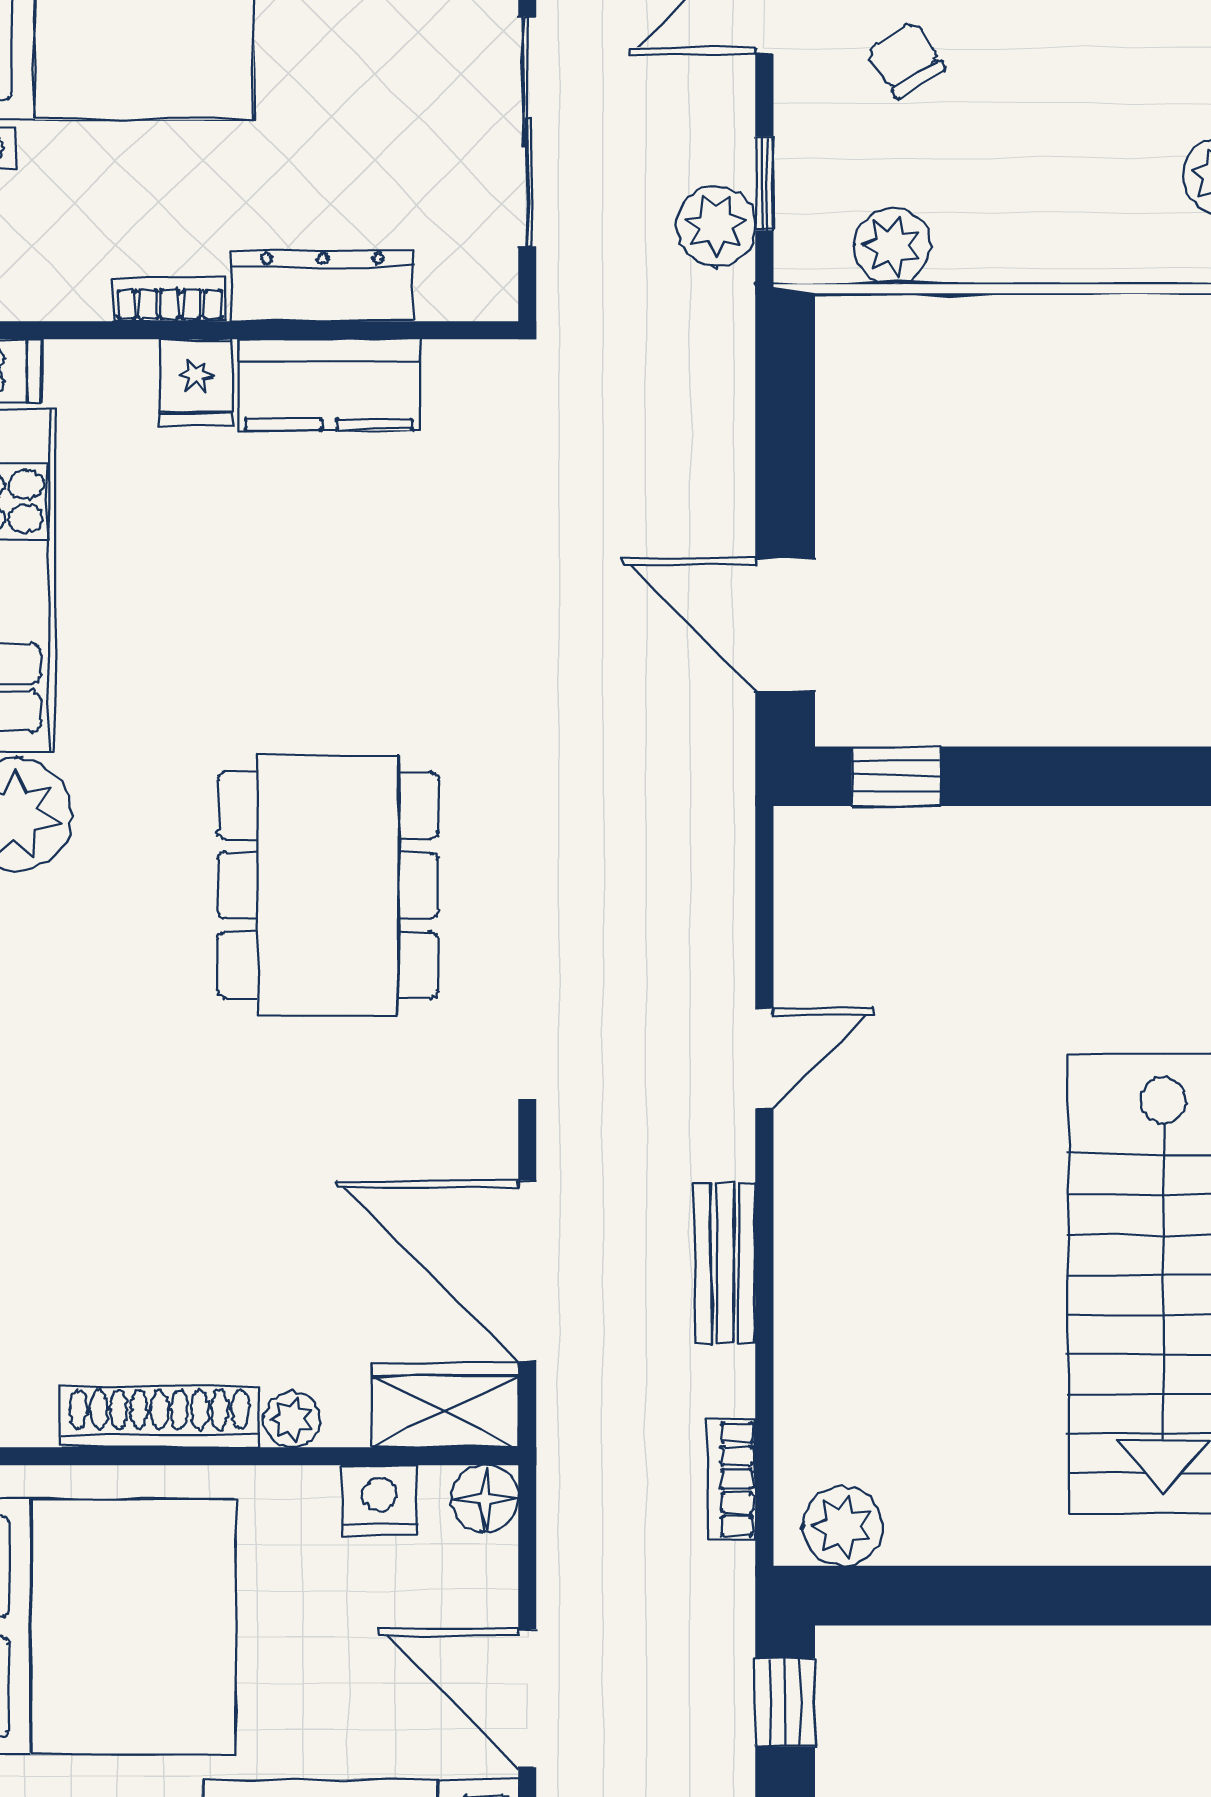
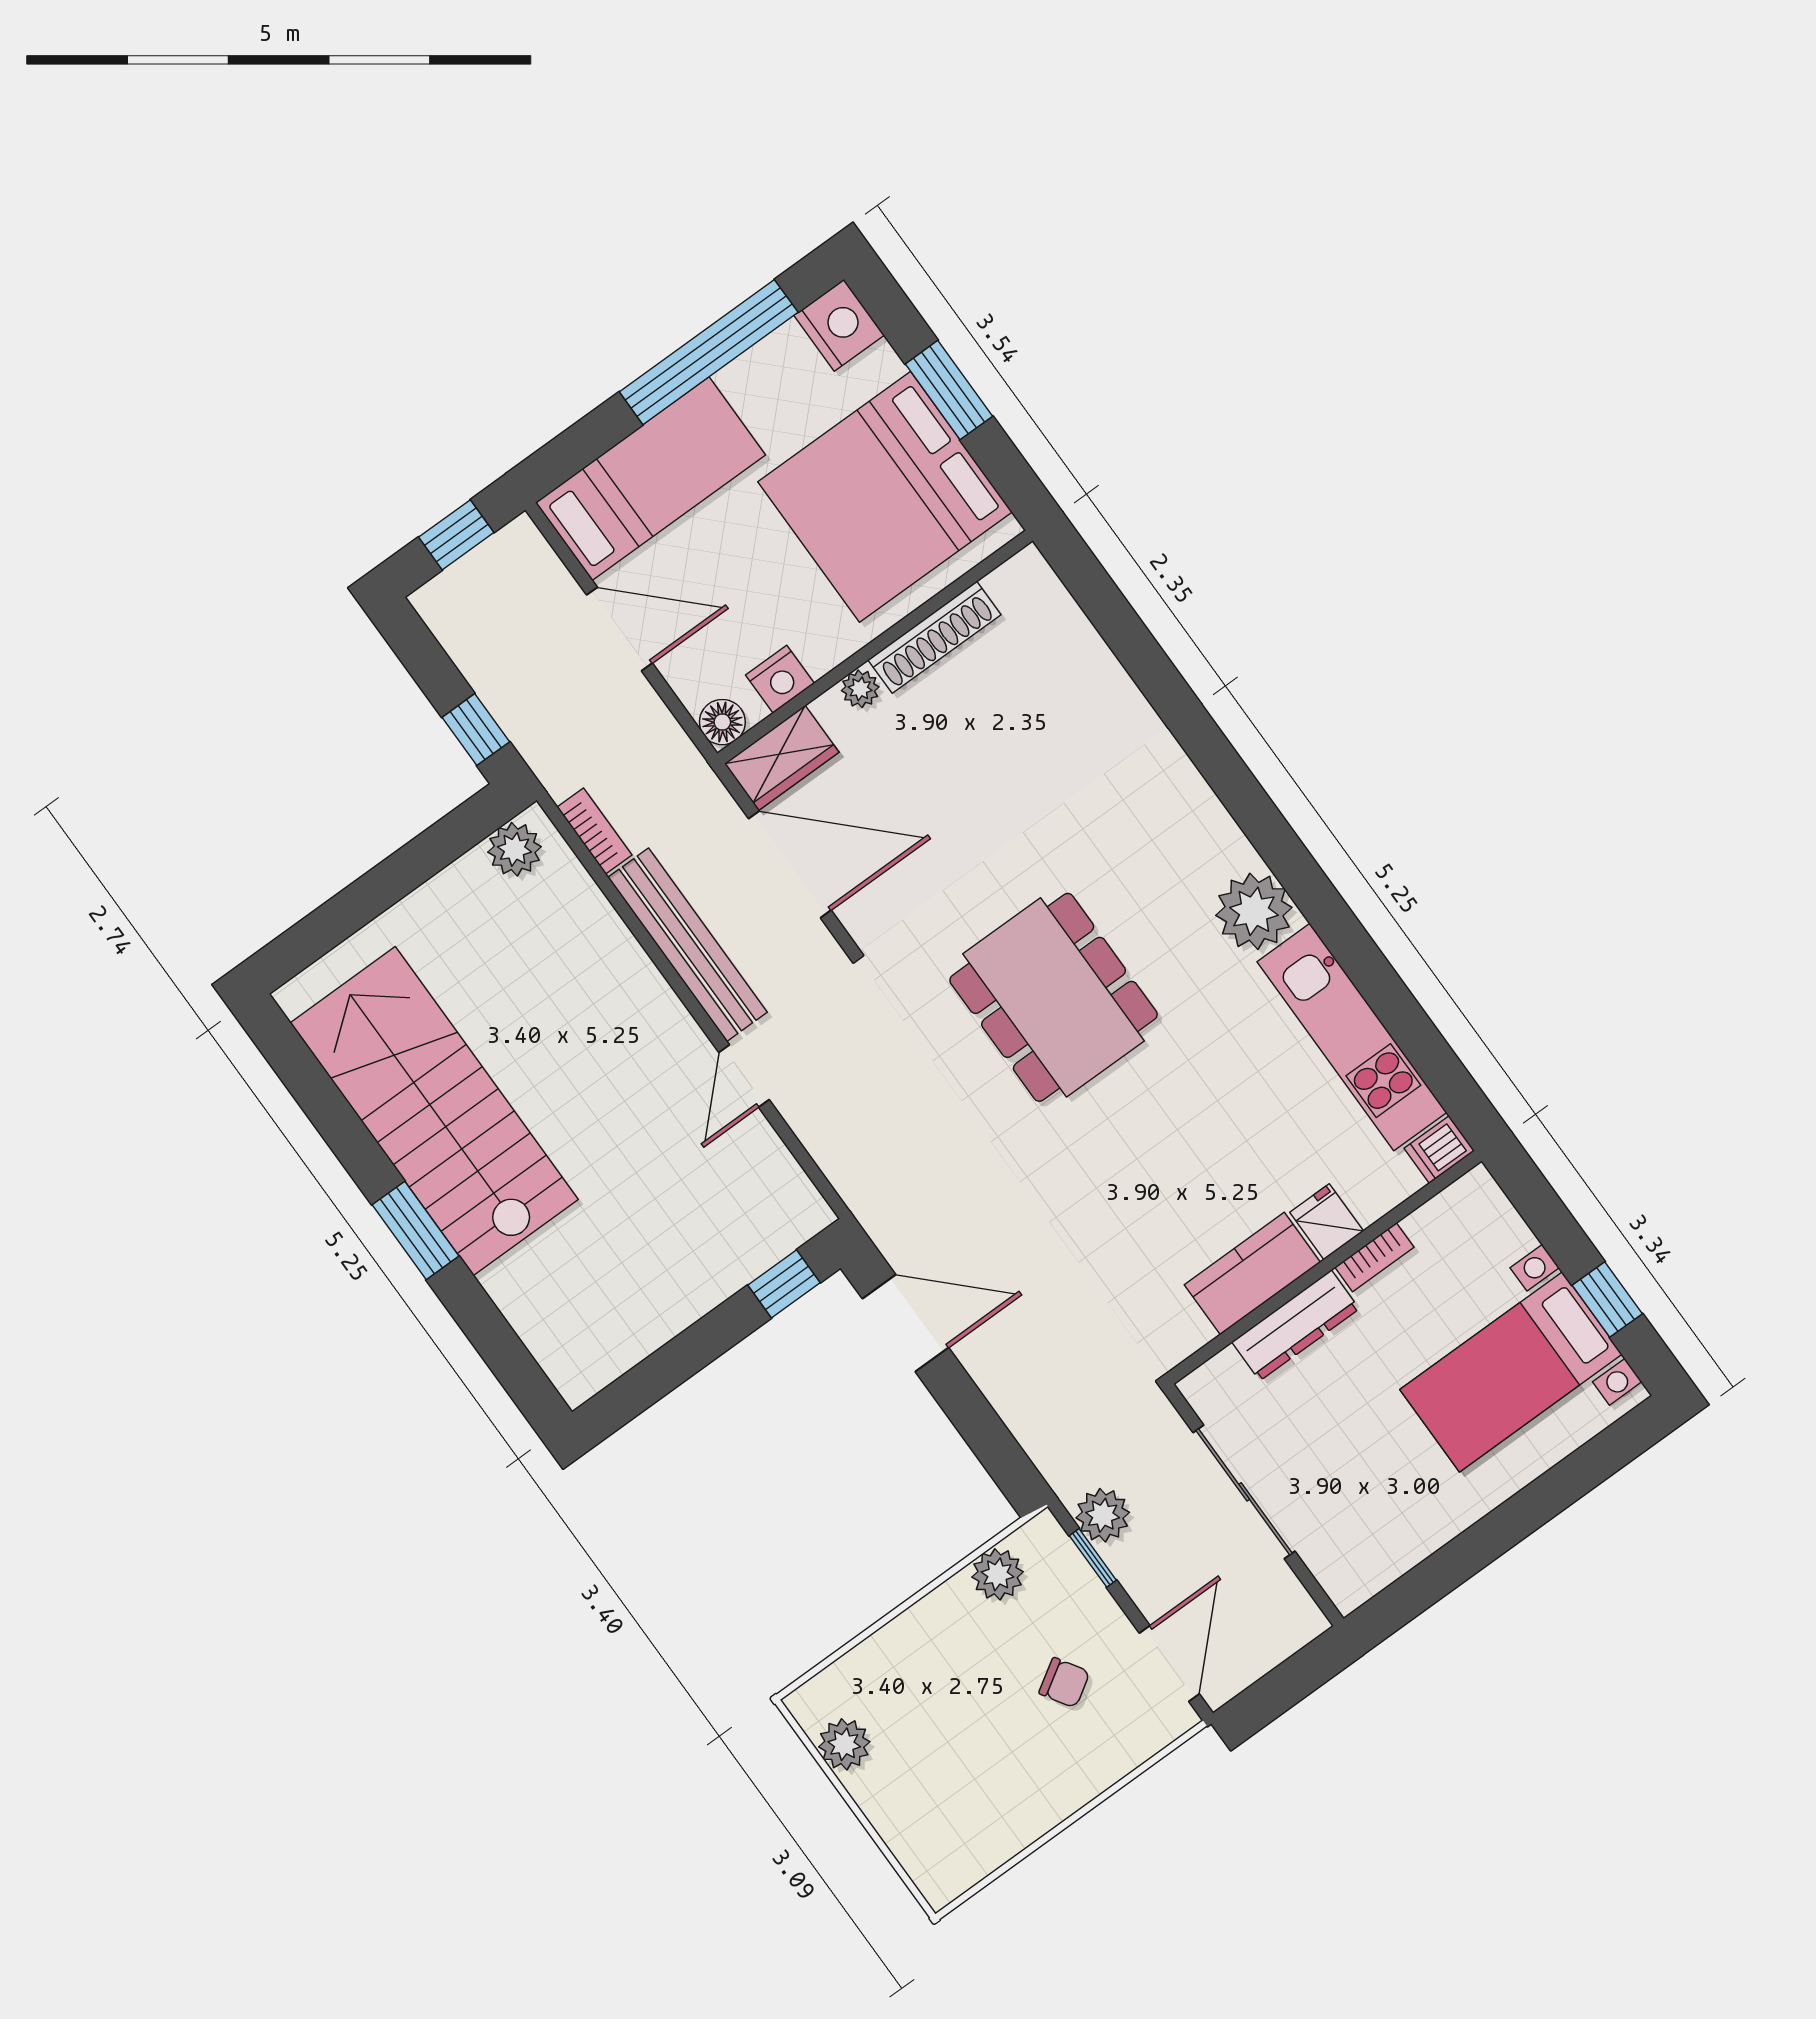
bench: (725, 1263) -> (688, 945), width x1.86, depth x1.21

